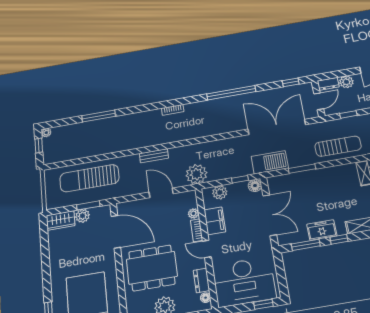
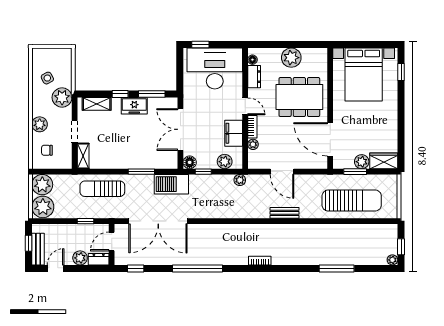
plant: (196, 174) -> (240, 180), width x0.53, depth x0.53

